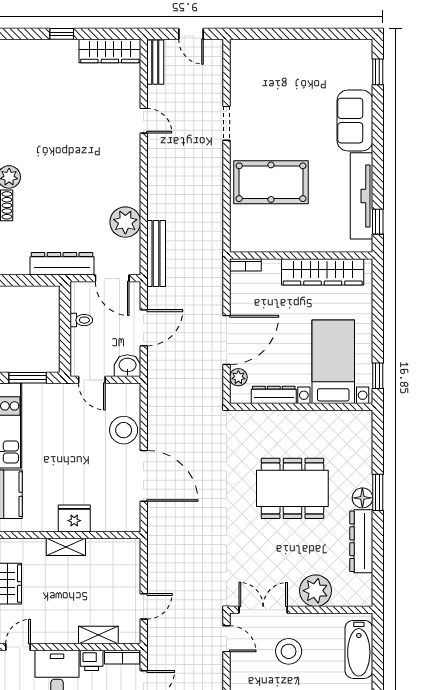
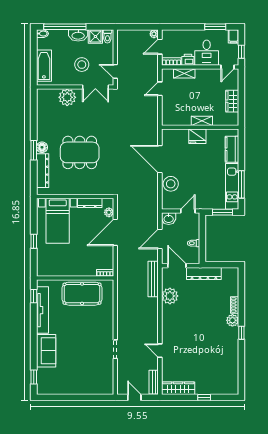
pool table: (271, 182) -> (82, 294), moved
wardrobe: (323, 272) -> (63, 269), removed
window: (378, 376) -> (34, 241), moved
door: (92, 380) -> (188, 211), hinge flipped
dresser: (361, 541) -> (43, 171), moved

